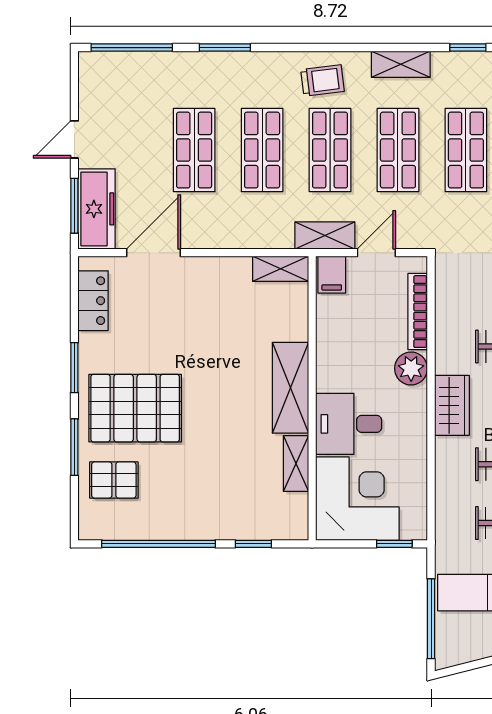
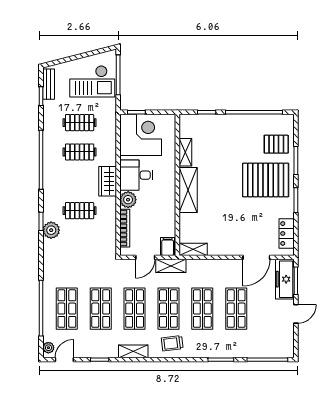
desk: (349, 424) -> (136, 175), moved, turned 180
corner desk: (357, 499) -> (141, 135), moved, turned 180

